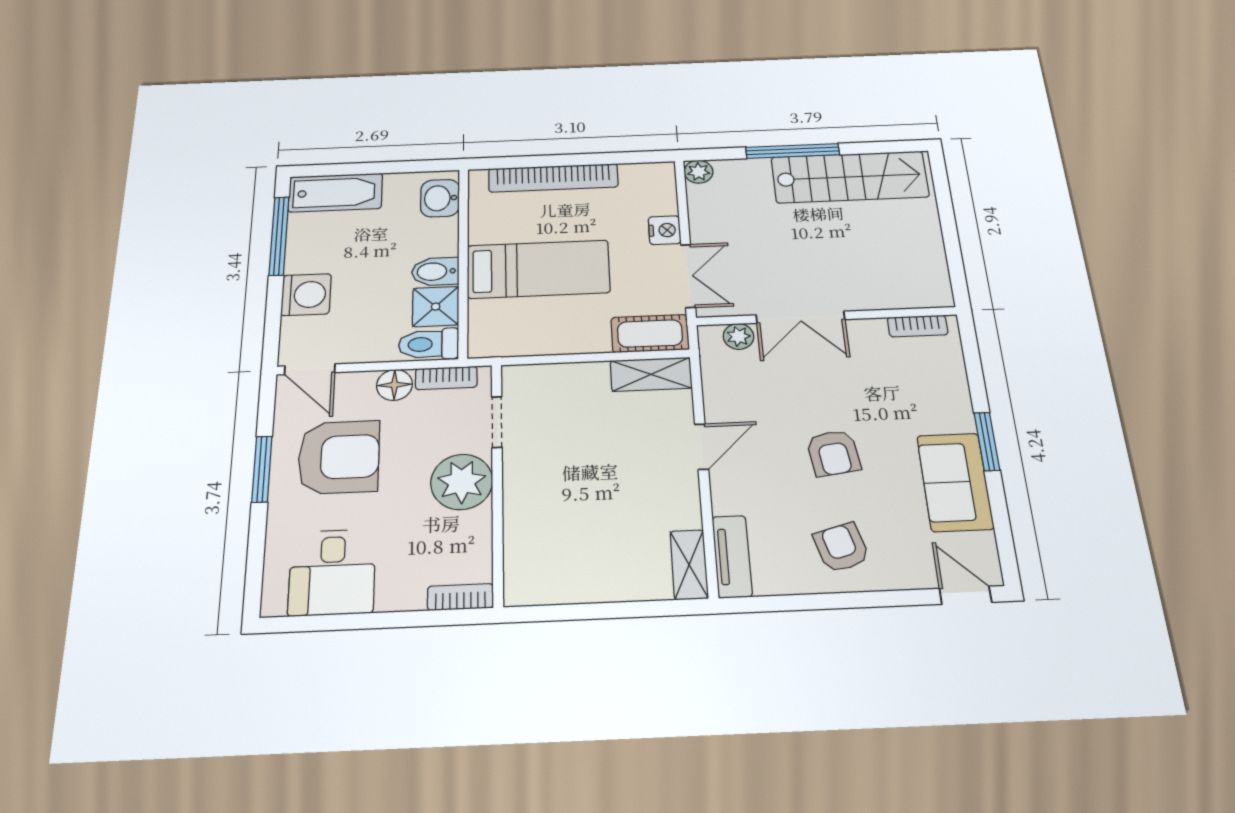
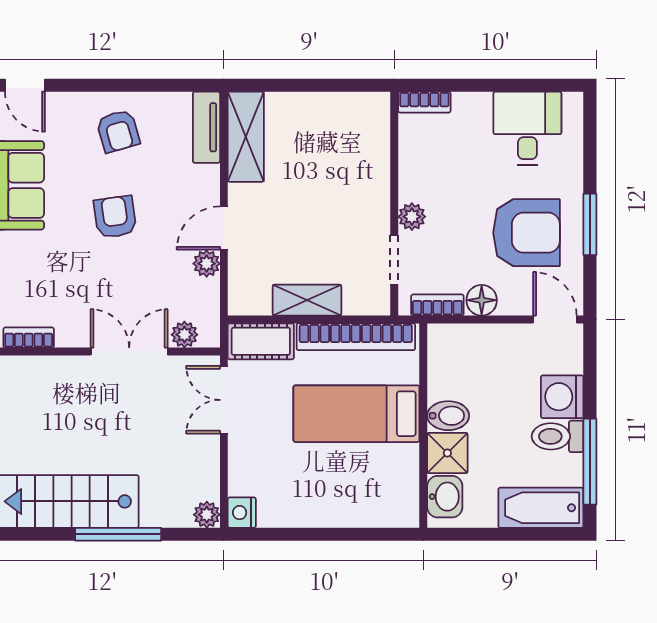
bookcase: (553, 178) -> (356, 337), moved, turned 180
nightstand: (665, 230) -> (242, 513), moved
shower: (436, 307) -> (447, 453), moved
toilet: (429, 344) -> (558, 436), moved, turned 180
shelving: (651, 374) -> (307, 300), moved
plant: (719, 409) -> (207, 264), added
armchair: (339, 457) -> (526, 233), turned 180
plant: (462, 482) -> (412, 217), width x0.53, depth x0.53
shelving: (689, 565) -> (246, 137), width x1.50, depth x1.33

